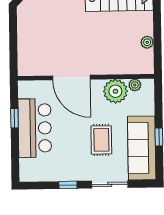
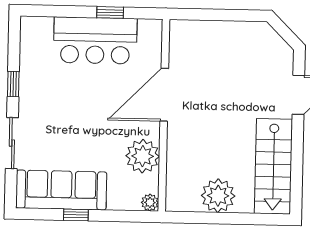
plant: (147, 42) -> (218, 196), width x1.87, depth x1.87
plant: (135, 85) -> (150, 202), moved
rug: (101, 140) -> (75, 134), removed

